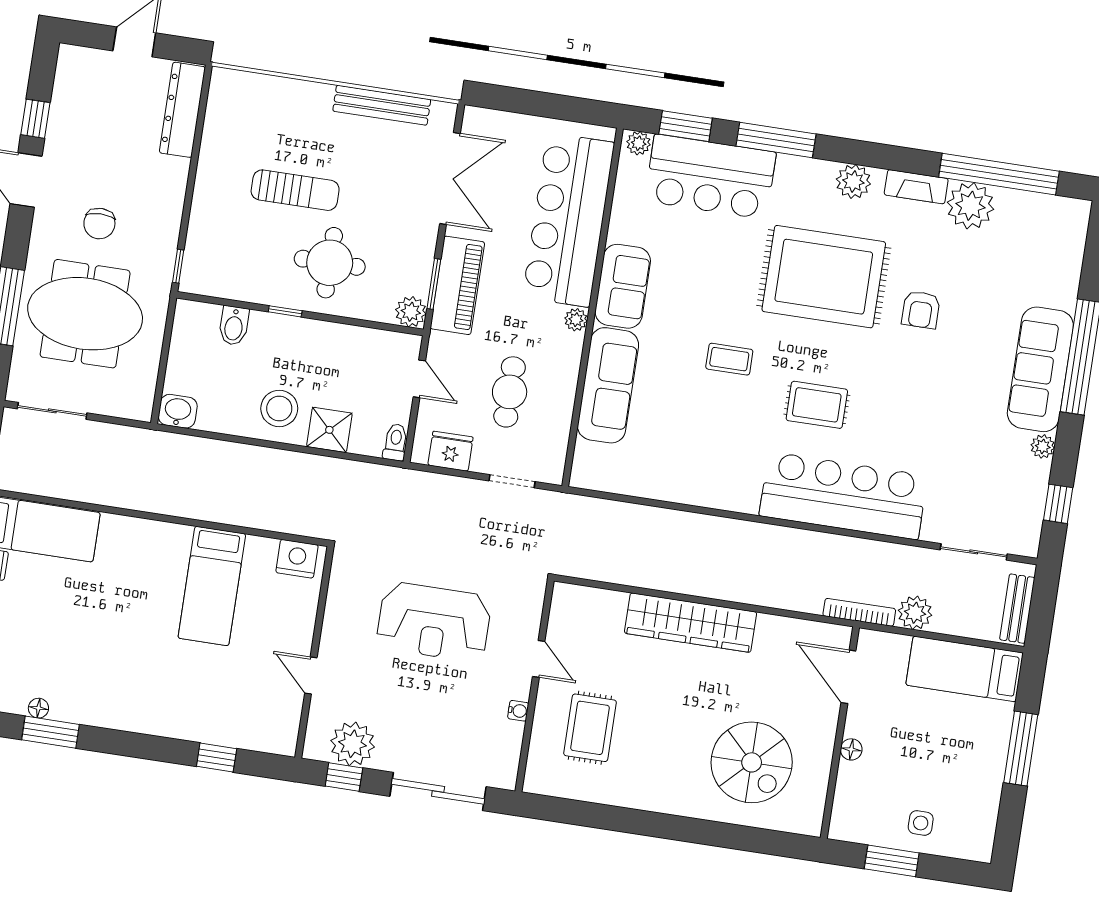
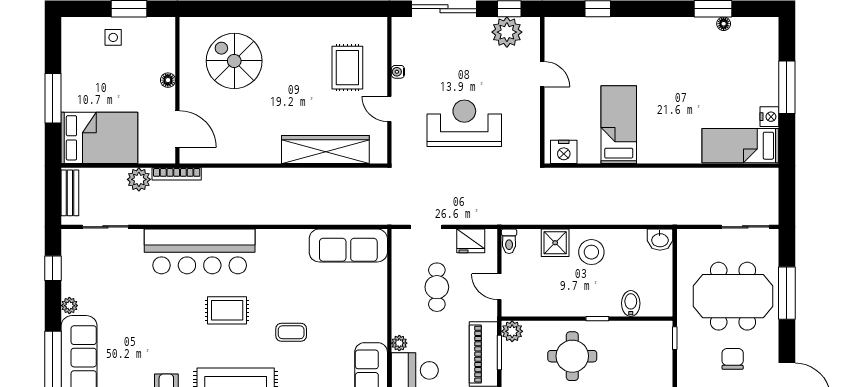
sofa: (608, 385) -> (348, 245), moved, turned -90
wardrobe: (691, 623) -> (325, 149), moved
bed: (965, 669) -> (99, 138), width x1.50

